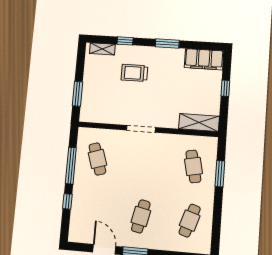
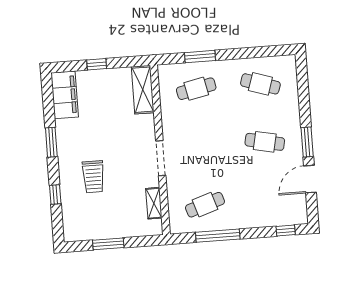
shelving: (102, 49) -> (154, 203), moved
window: (78, 94) -> (108, 244), moved
window: (67, 201) -> (286, 231), moved

